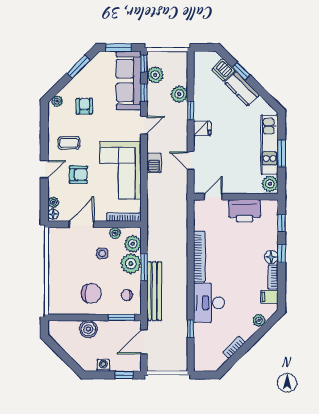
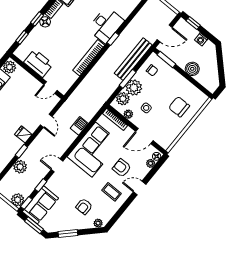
plant: (155, 75) -> (18, 200), moved
sofa: (129, 81) -> (40, 205), width x0.73
barbecue: (154, 163) -> (79, 126), moved
chair: (91, 293) -> (179, 107), moved
window: (191, 328) -> (113, 39), moved

